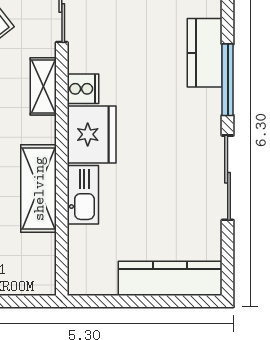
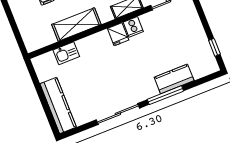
fridge: (92, 134) -> (118, 34), width x0.53, depth x0.75
kitchen sink: (83, 195) -> (66, 53), moved, width x0.73

